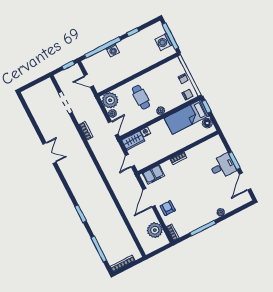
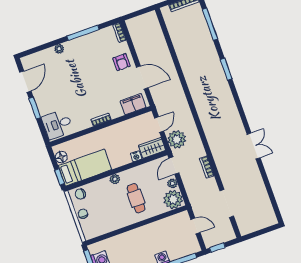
double door: (49, 153) -> (254, 146), swing flipped
desk: (223, 166) -> (57, 124), moved
door: (149, 198) -> (142, 77), hinge flipped
plant: (155, 230) -> (177, 139), moved

